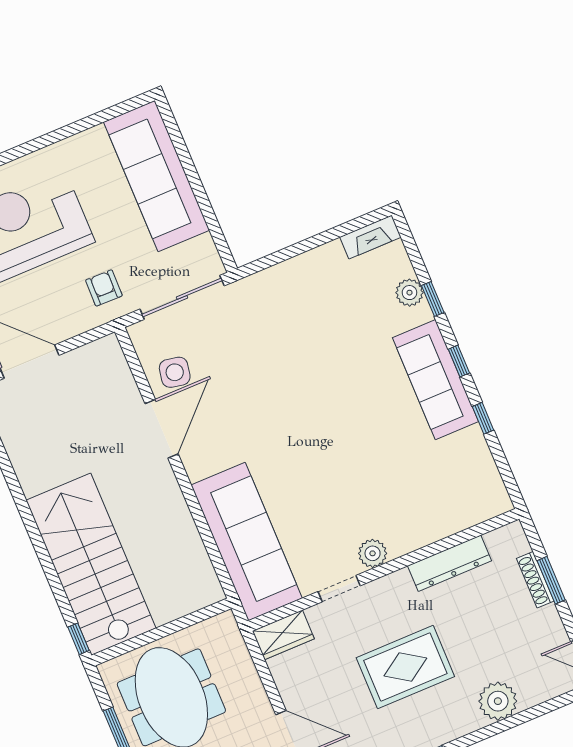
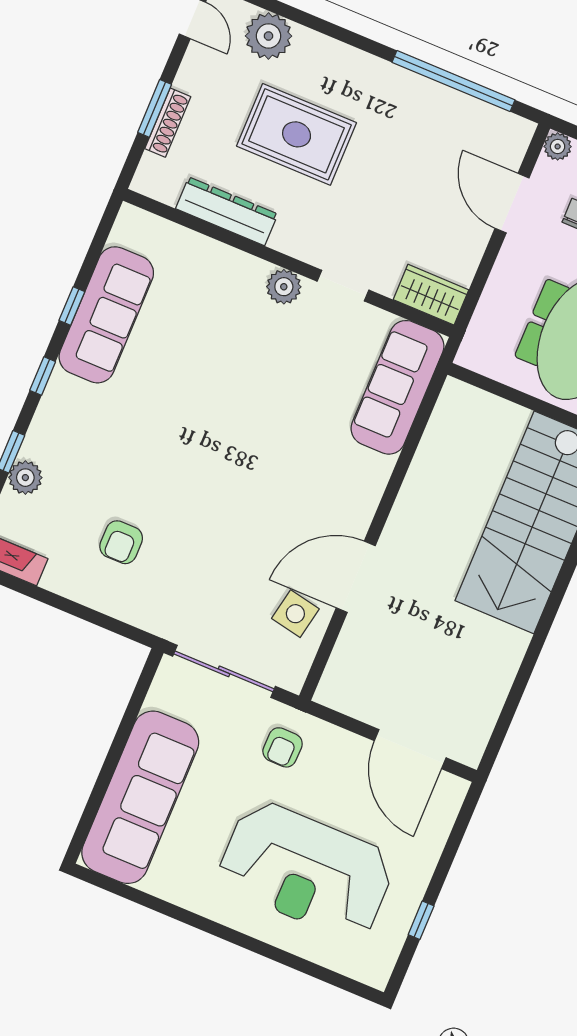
armchair: (317, 311) -> (121, 542), added
sofa: (436, 380) -> (106, 315), moved
sofa: (247, 542) -> (398, 387), width x0.74, depth x0.79
rug: (405, 667) -> (297, 134), moved
plant: (498, 701) -> (269, 36), moved

